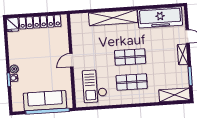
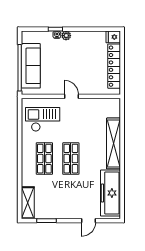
shelving: (183, 54) -> (70, 214), removed

